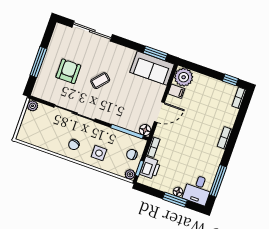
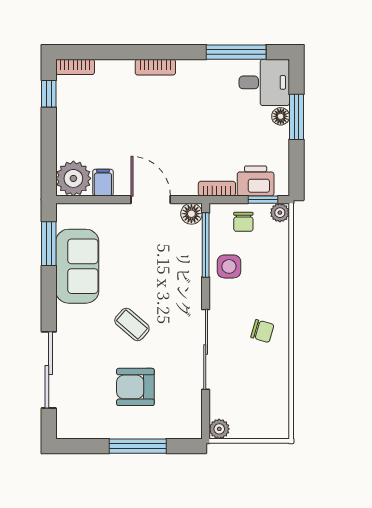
sofa: (152, 68) -> (77, 266), moved
side table: (99, 153) -> (229, 266), moved

